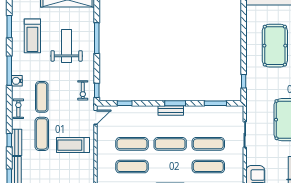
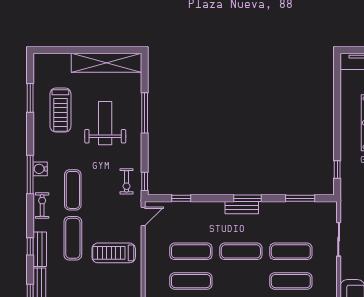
window: (9, 71) -> (30, 175), moved

